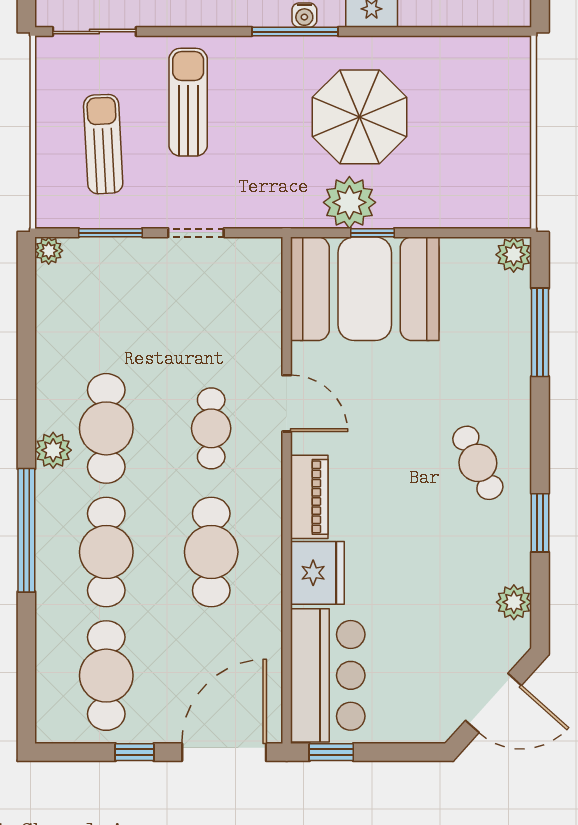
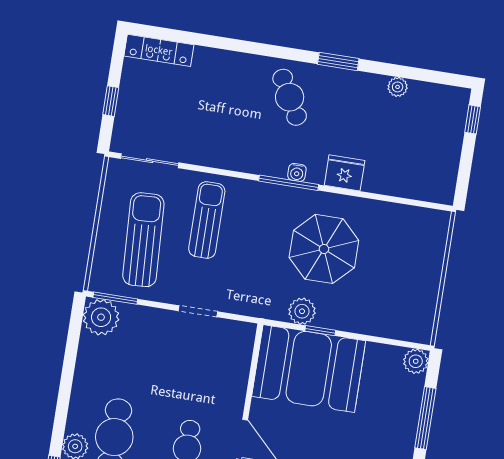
sun lounger: (103, 144) -> (143, 240), width x1.36, depth x1.34
plant: (349, 202) -> (302, 311), width x0.73, depth x0.73
window: (111, 233) -> (115, 298), moved
plant: (49, 251) -> (101, 317), width x1.87, depth x1.87

